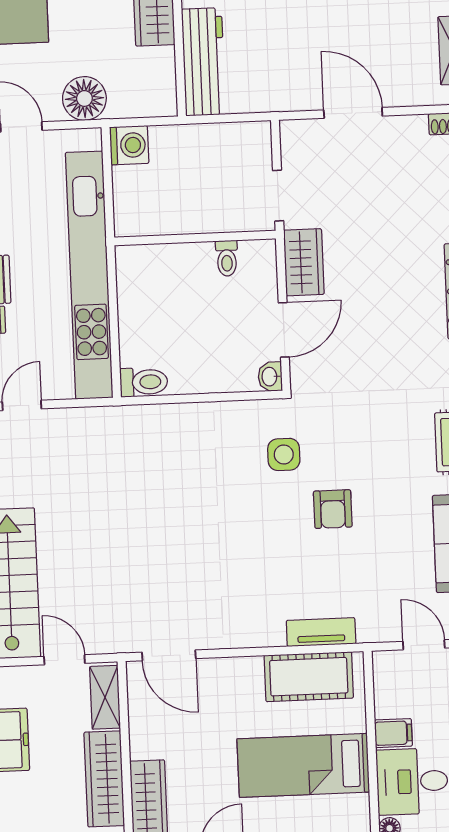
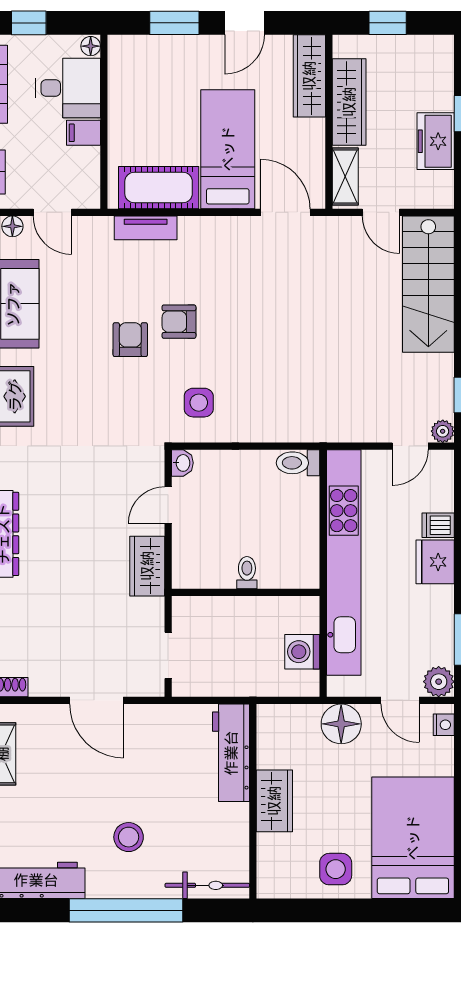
washing machine: (129, 145) -> (302, 652), moved
doorway: (278, 196) -> (168, 655), moved
toilet: (227, 258) -> (247, 573), moved
door: (284, 330) -> (168, 505), width x0.73
side table: (284, 454) -> (199, 403), moved
armchair: (280, 531) -> (179, 322), added
bed: (303, 765) -> (228, 149), moved, turned -90

